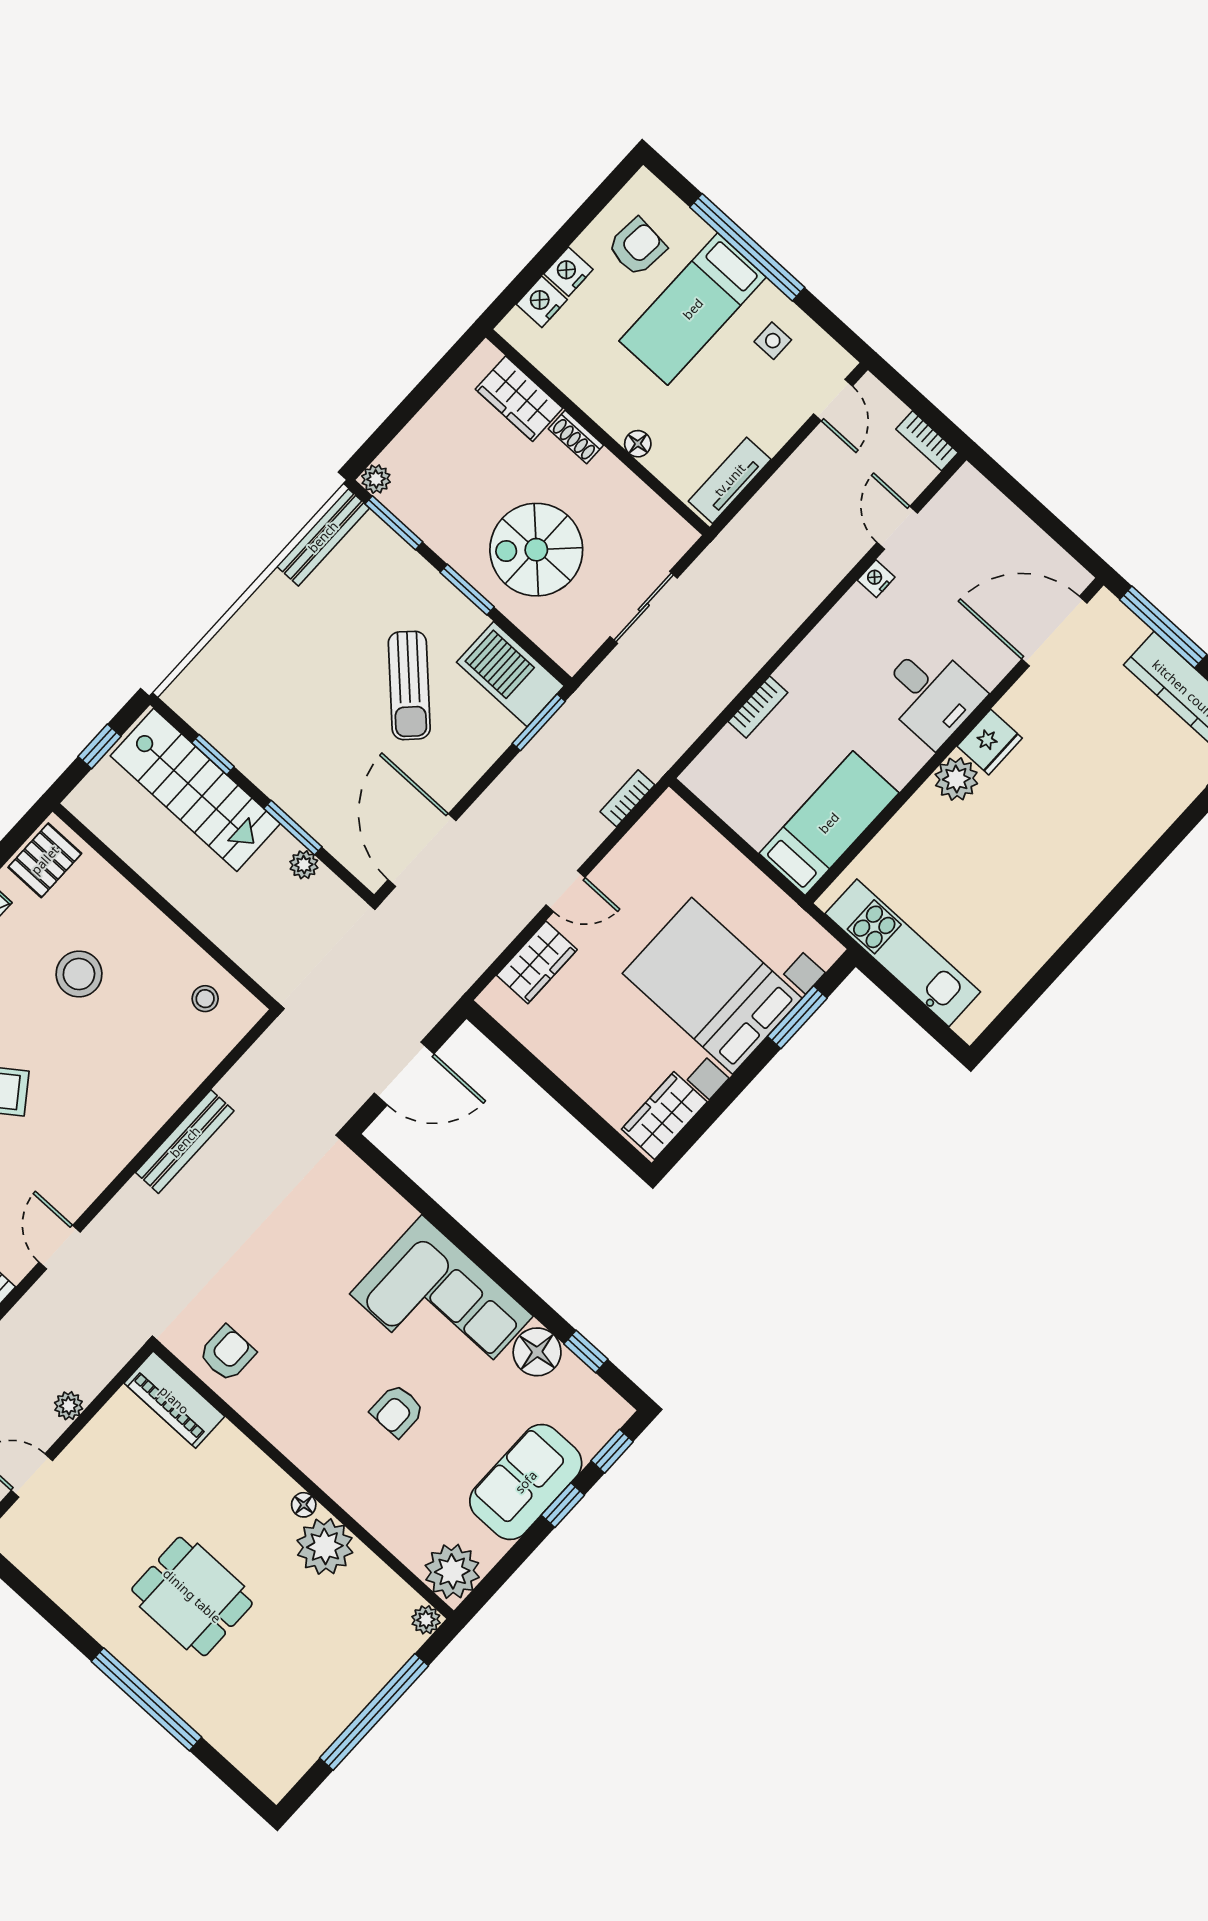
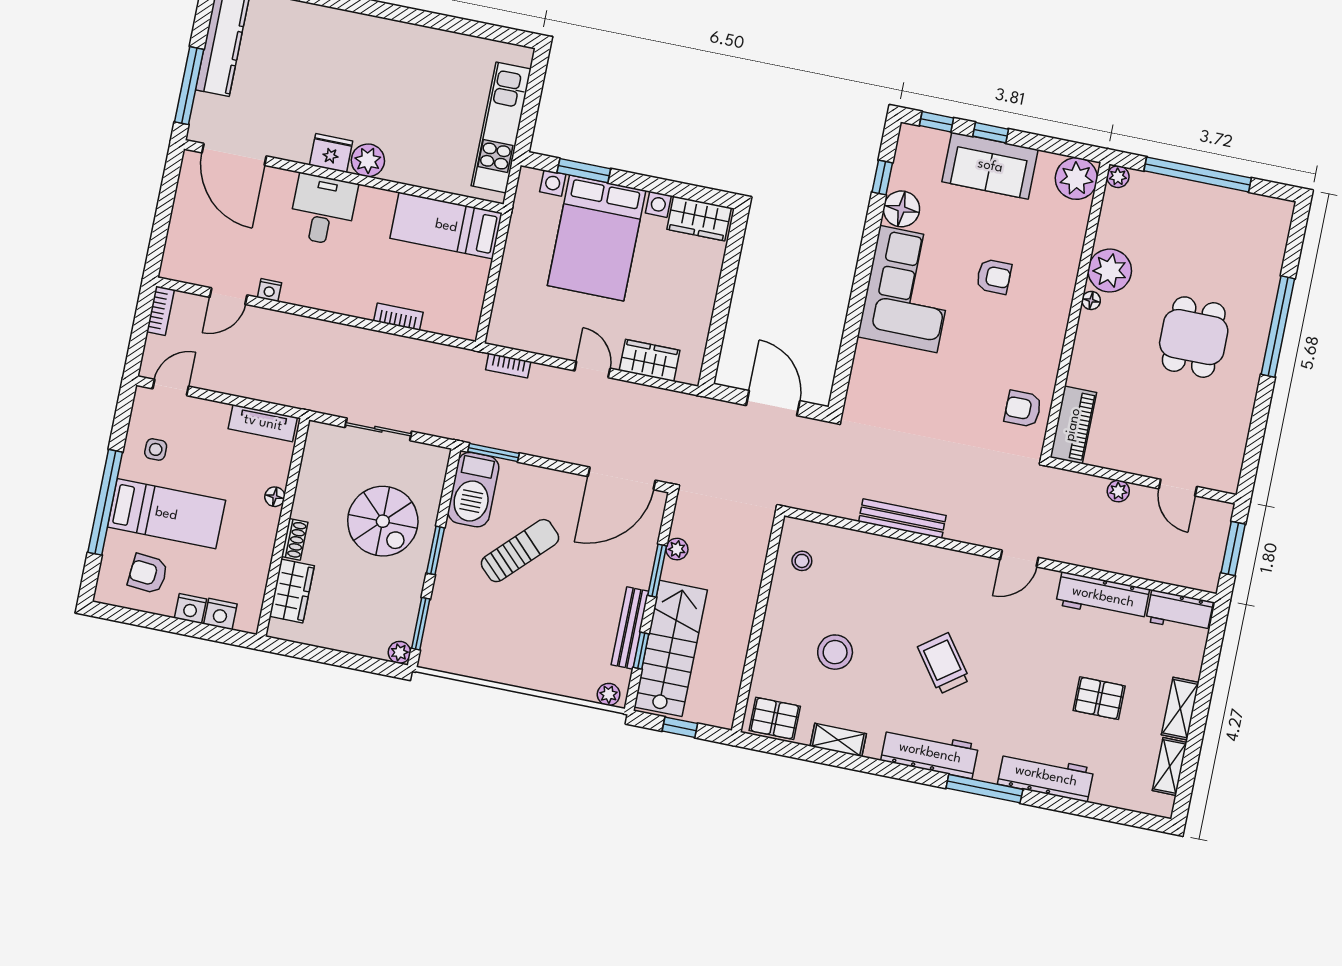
bench: (323, 537) -> (630, 628), moved, turned 90
plant: (186, 688) -> (609, 694), added

